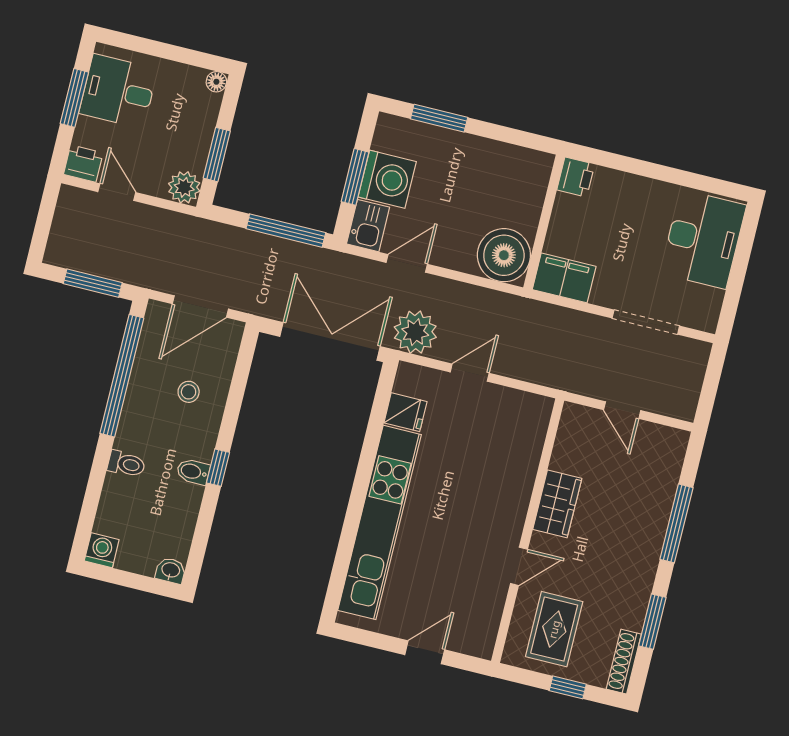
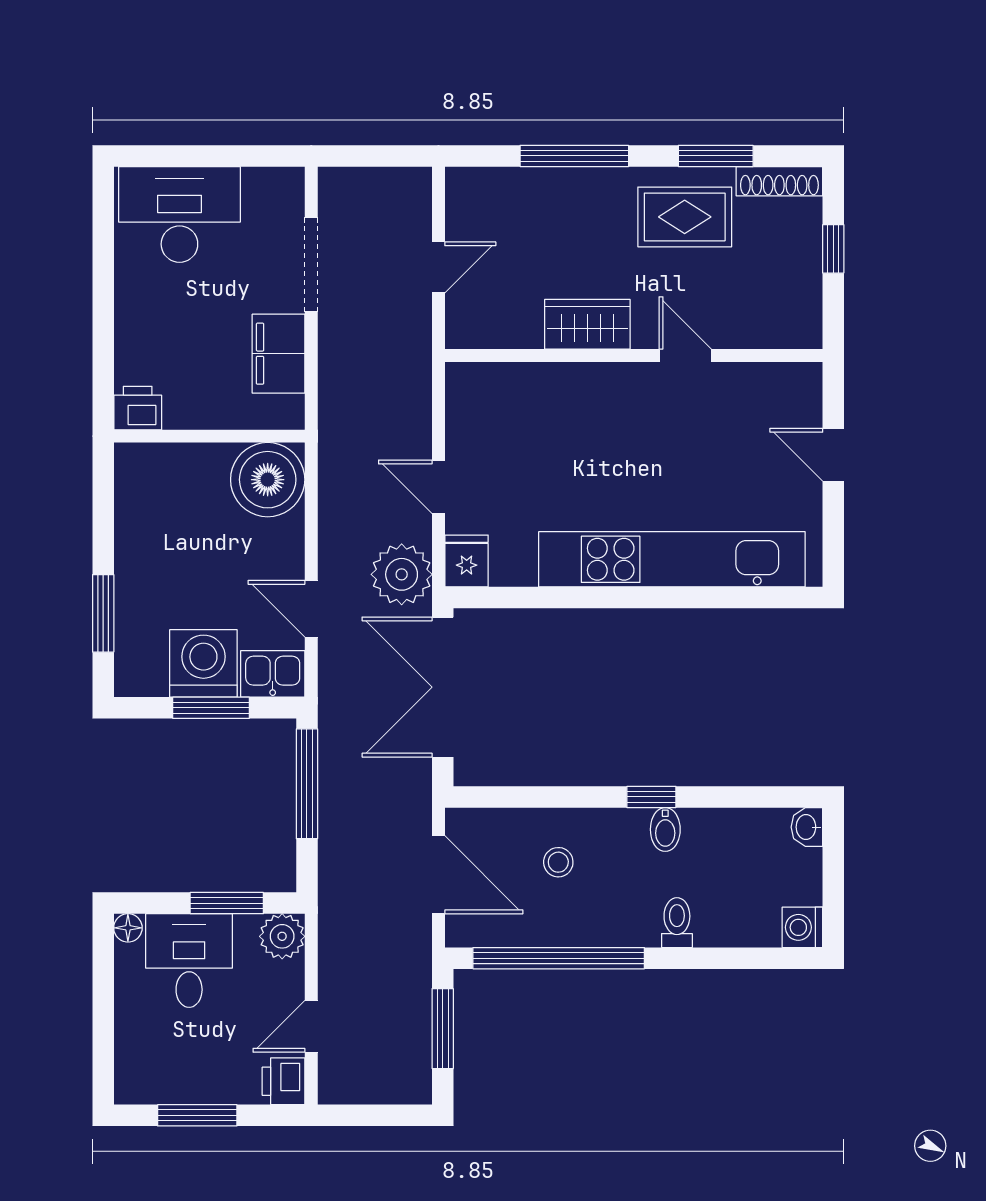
desk: (118, 91) -> (189, 961), moved, turned 180
filing cabinet: (564, 278) -> (278, 354), moved
fridge: (405, 412) -> (467, 561), moved
rug: (554, 629) -> (685, 217), moved

